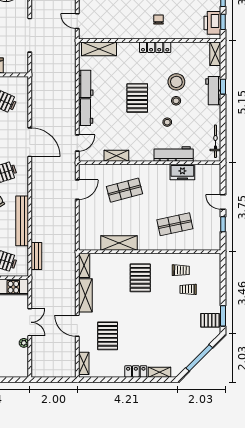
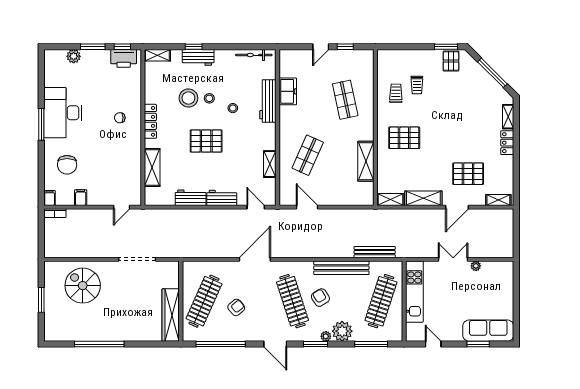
shelving: (99, 49) -> (152, 168), moved
shop shelf: (124, 190) -> (308, 155), turned 39
bench: (36, 256) -> (375, 252), width x1.36

